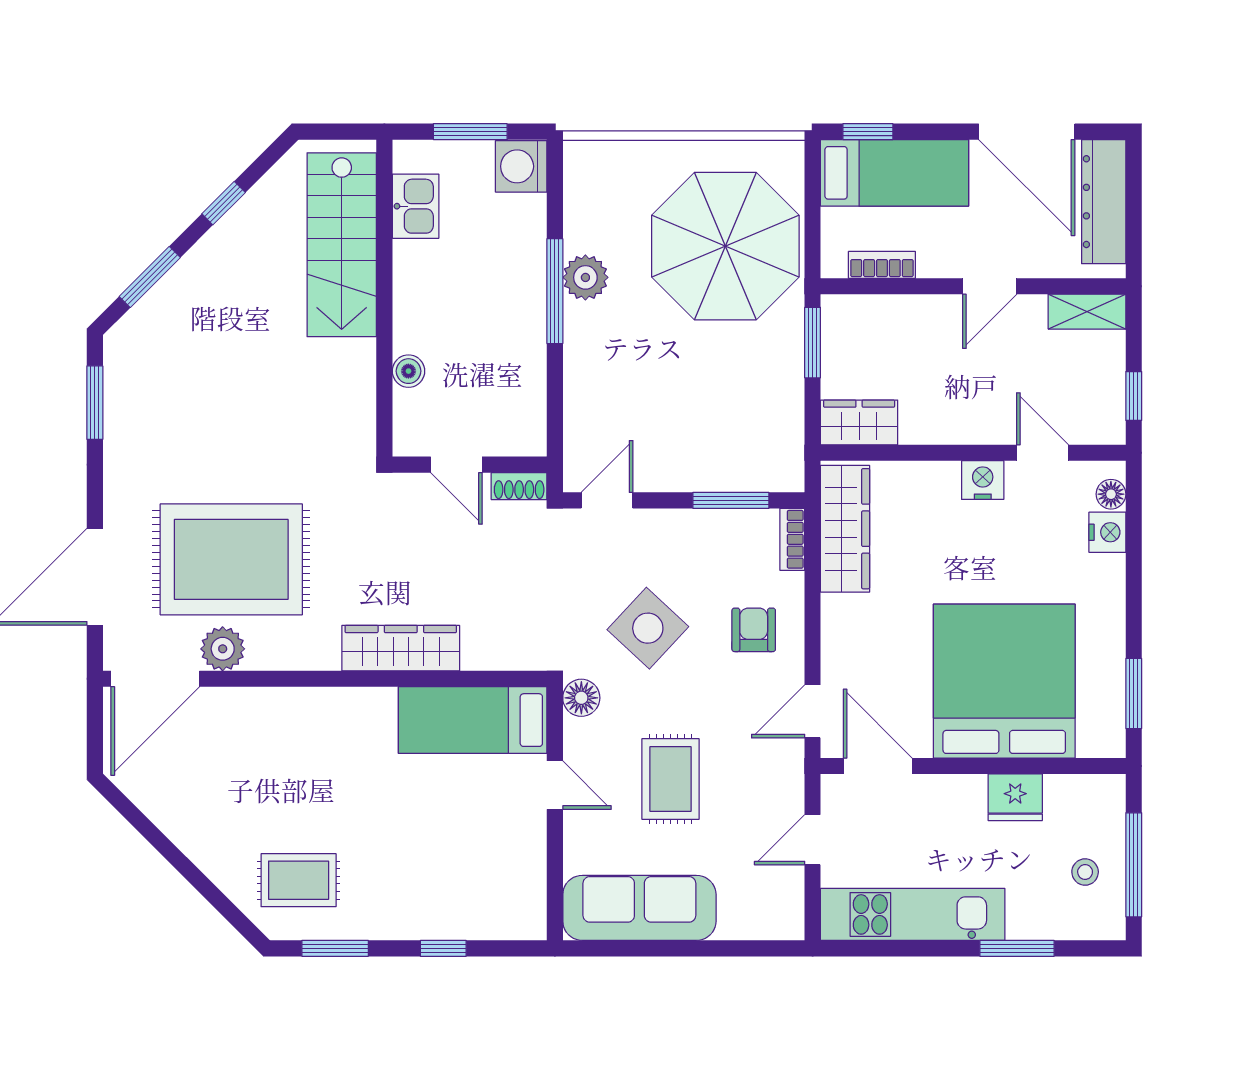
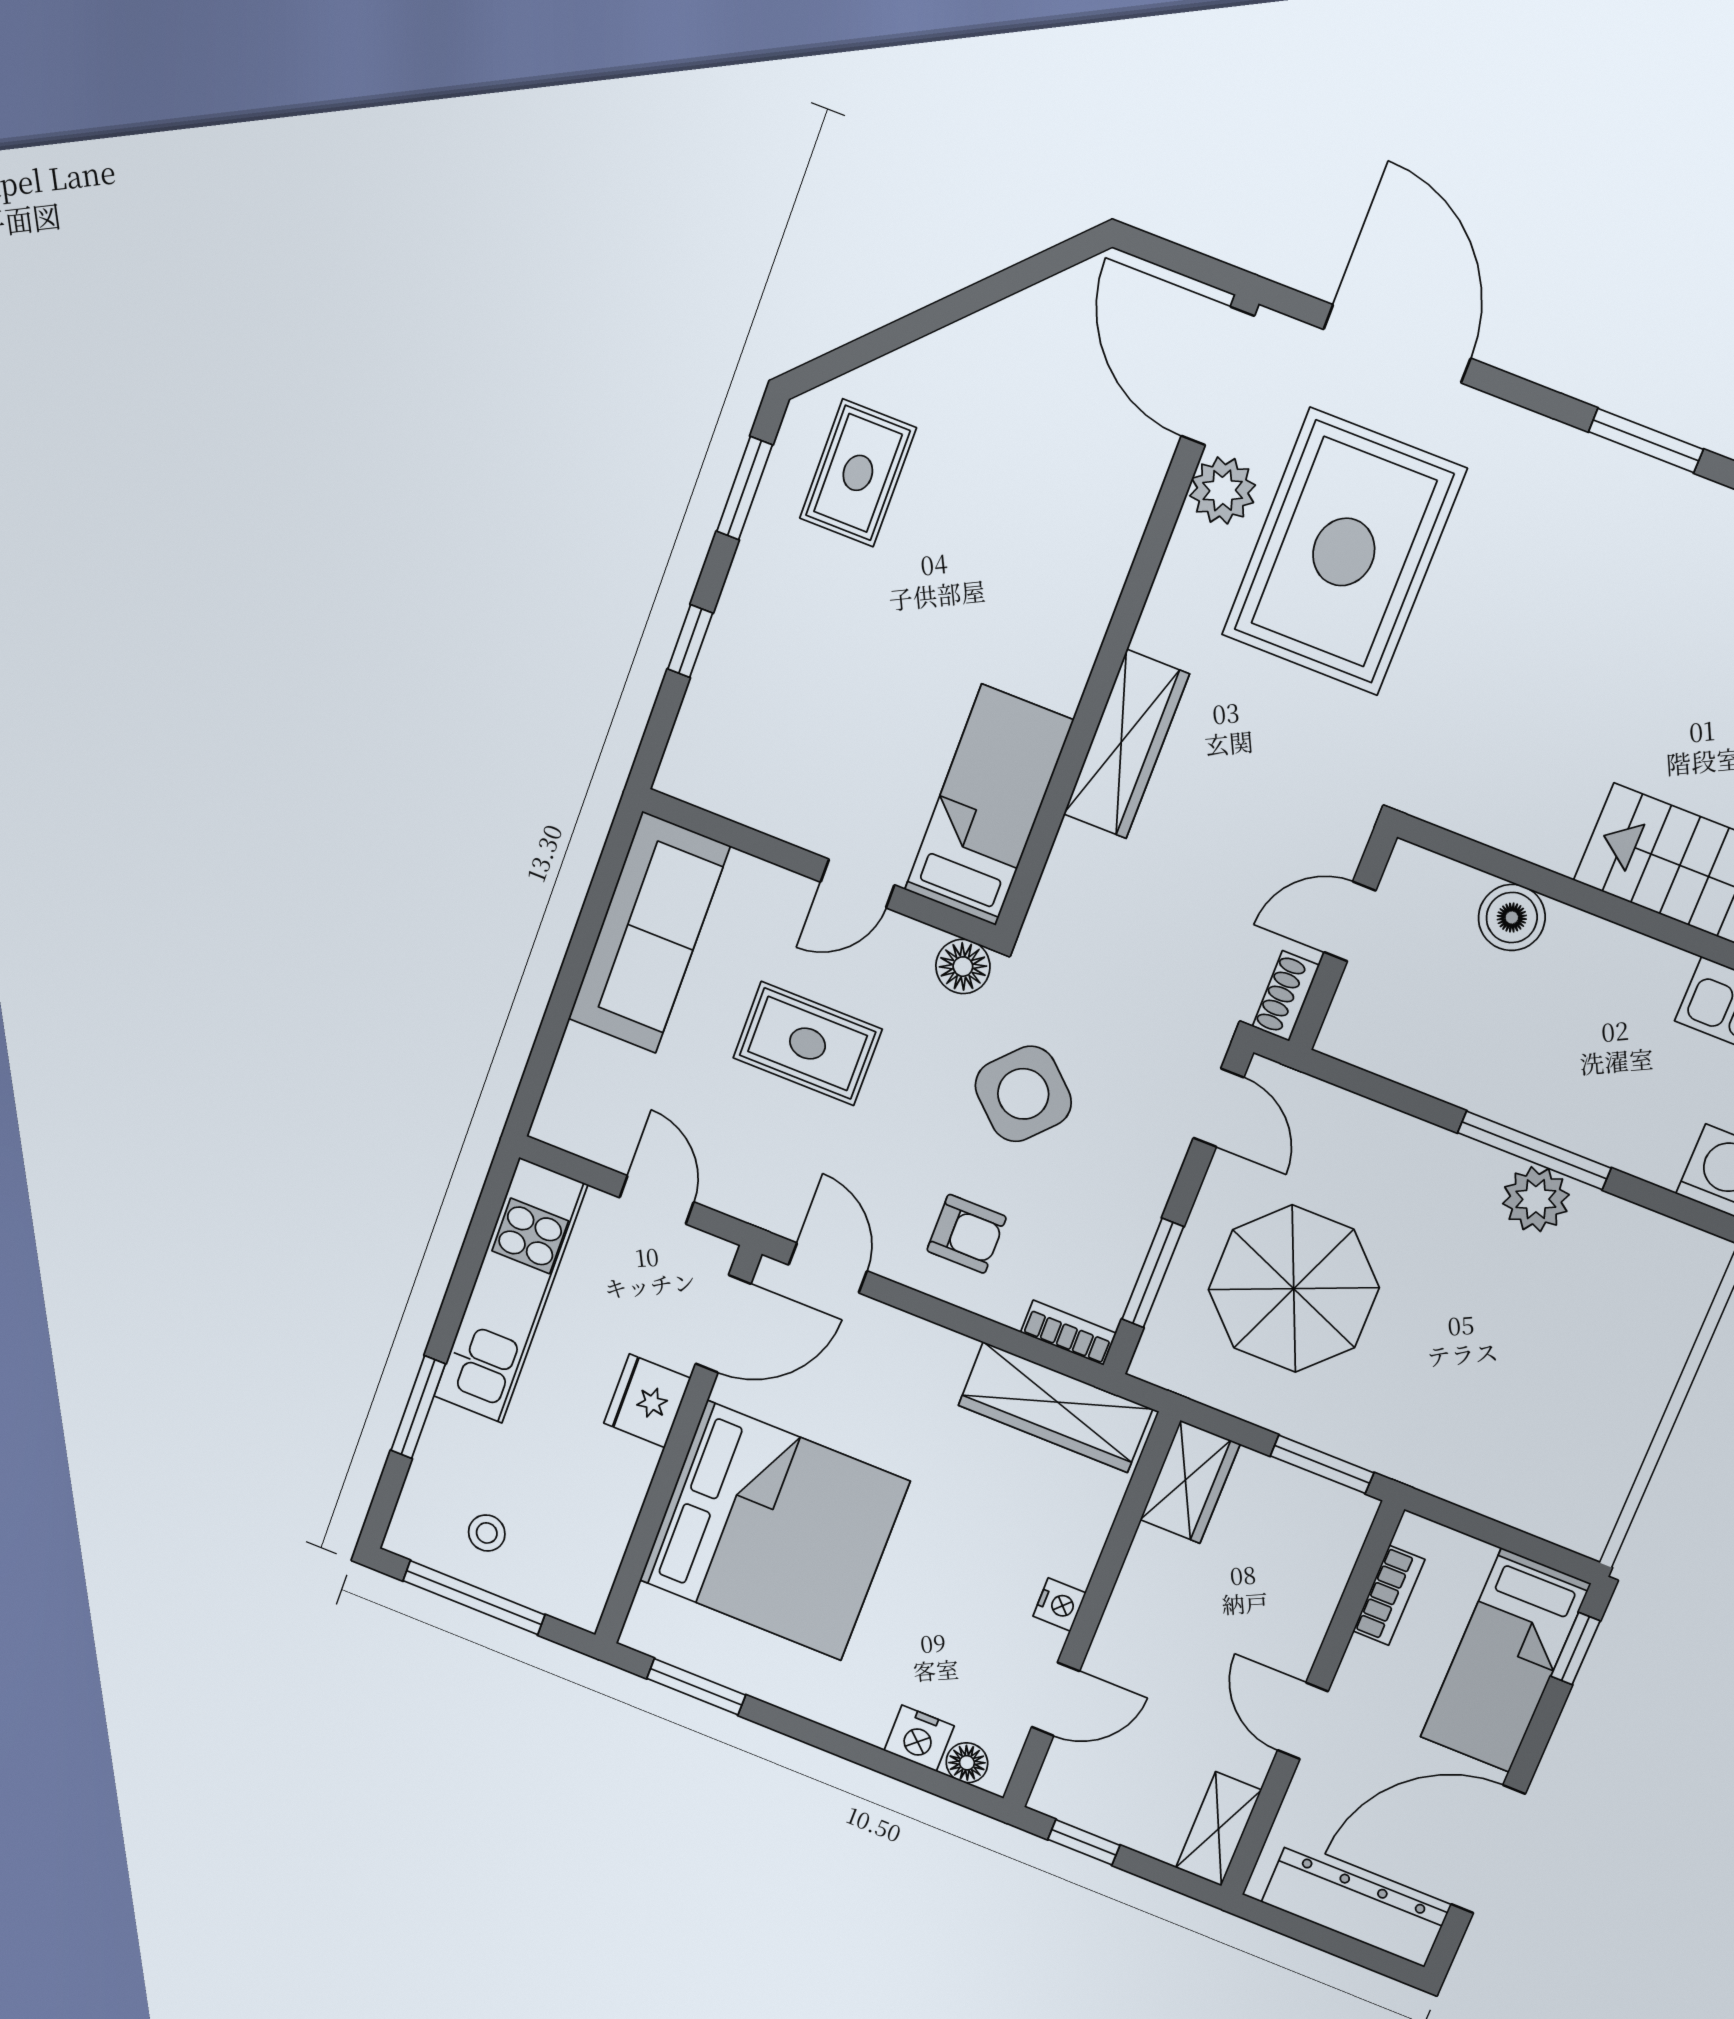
parasol: (725, 246) -> (1294, 1289), moved, width x0.73, depth x0.73
boiler: (408, 371) -> (1512, 918), width x1.36, depth x1.36
nightstand: (983, 480) -> (1059, 1605), width x0.72, depth x0.74
fridge: (1015, 797) -> (647, 1401), moved

